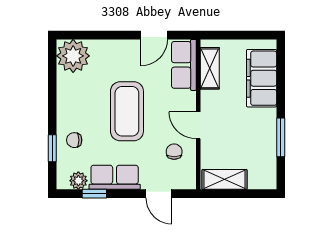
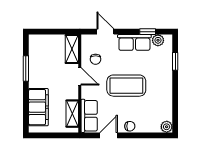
plant: (73, 56) -> (167, 127), width x0.53, depth x0.53
coffee table: (127, 111) -> (126, 86), turned 90
chair: (74, 140) -> (130, 126), moved
shelving: (225, 179) -> (72, 49), moved, turned 90

